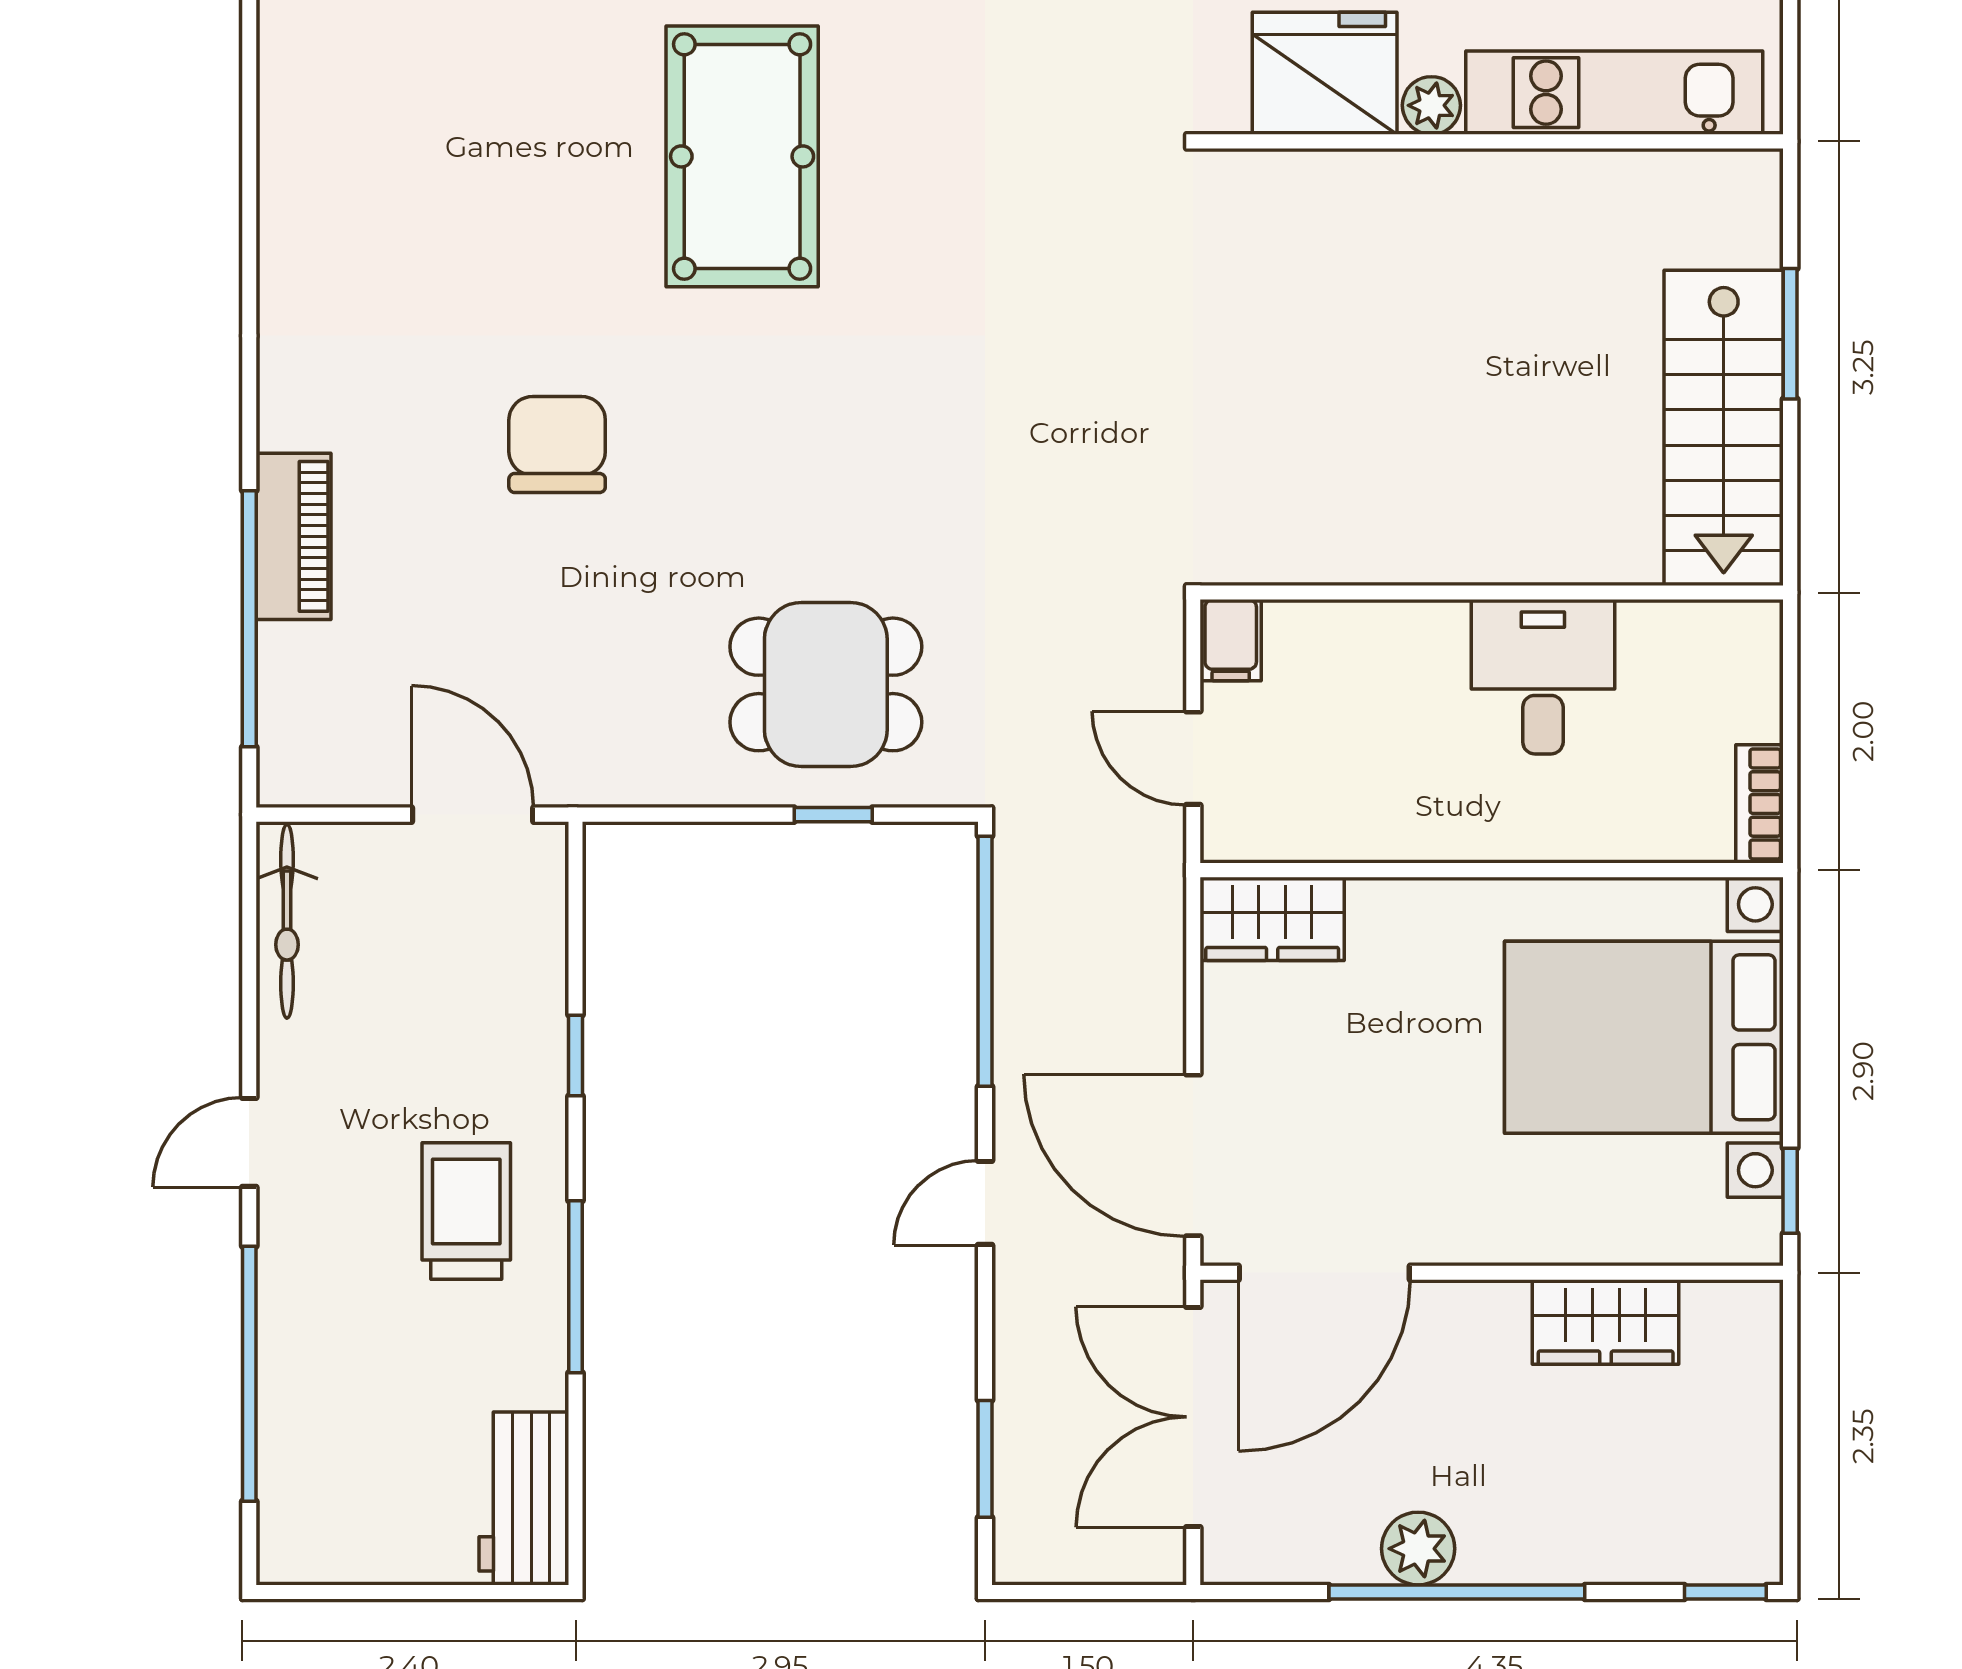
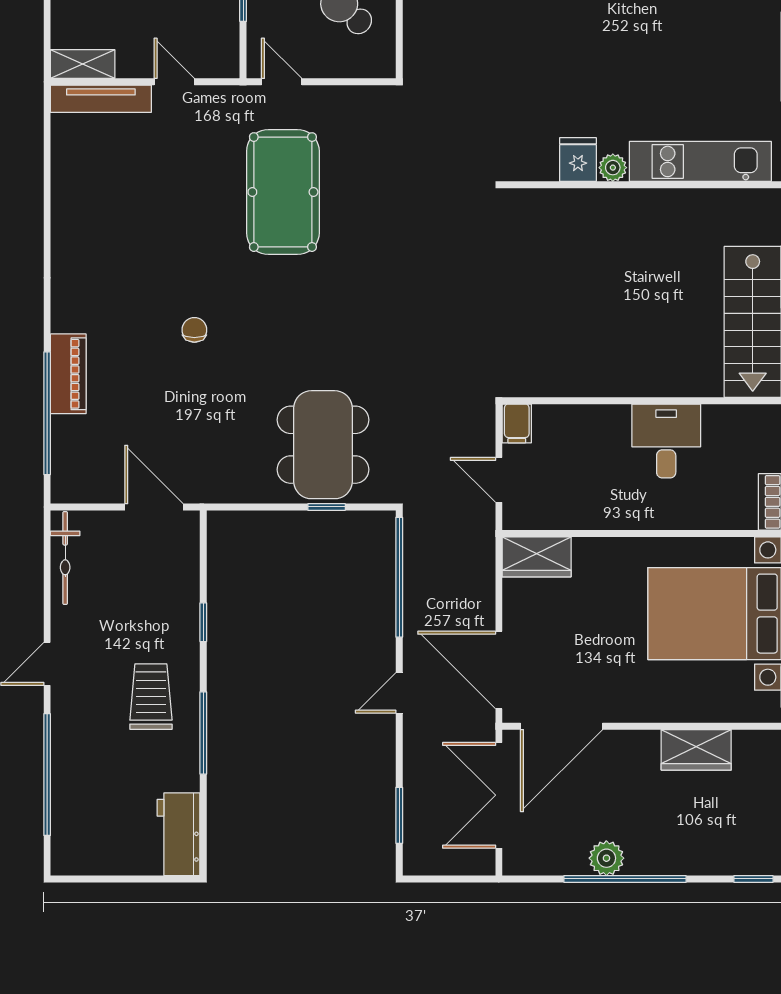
fridge: (1325, 73) -> (578, 160), width x0.53, depth x0.75
chair: (557, 445) -> (194, 330), width x0.54, depth x0.54
dining table: (826, 684) -> (323, 445), width x1.37

